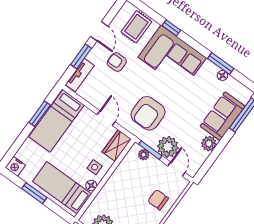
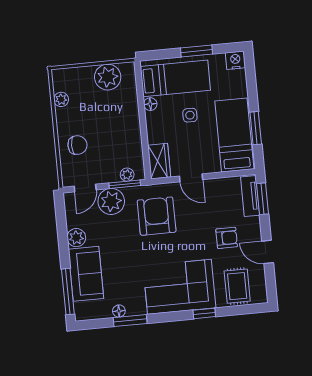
window: (81, 56) -> (262, 199), moved
side table: (95, 167) -> (190, 115), moved
door: (177, 169) -> (85, 188), hinge flipped

